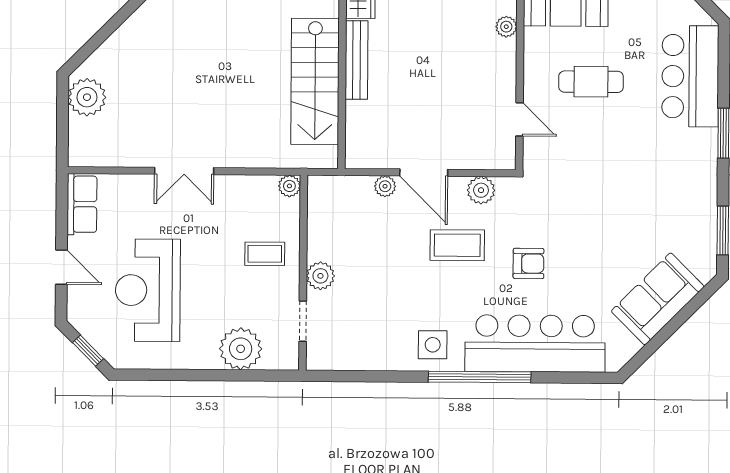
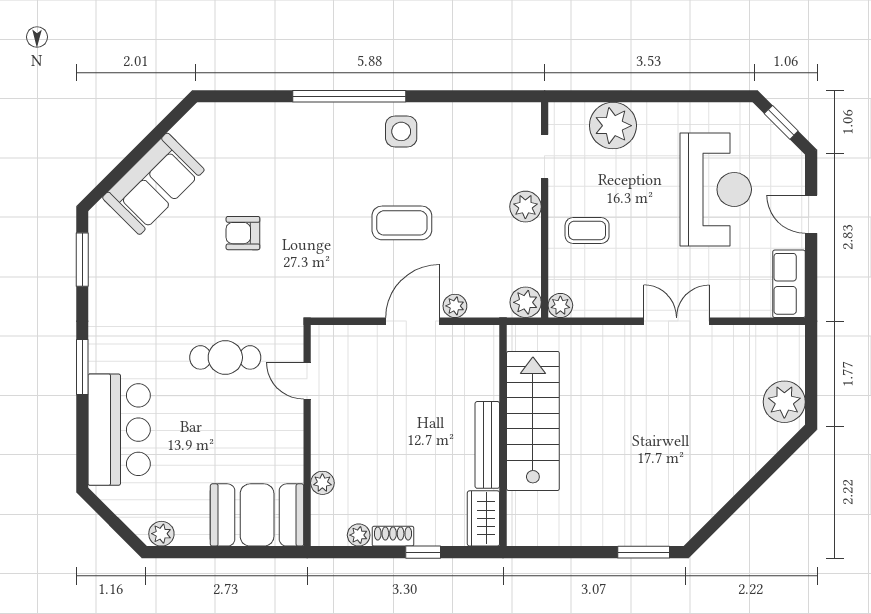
cafe table: (591, 82) -> (225, 357), moved
door: (424, 173) -> (412, 321), hinge flipped
plant: (481, 190) -> (526, 302), moved
coffee table: (457, 245) -> (402, 223), moved
armchair: (528, 263) -> (243, 233), moved
bar counter: (535, 344) -> (288, 134), removed

